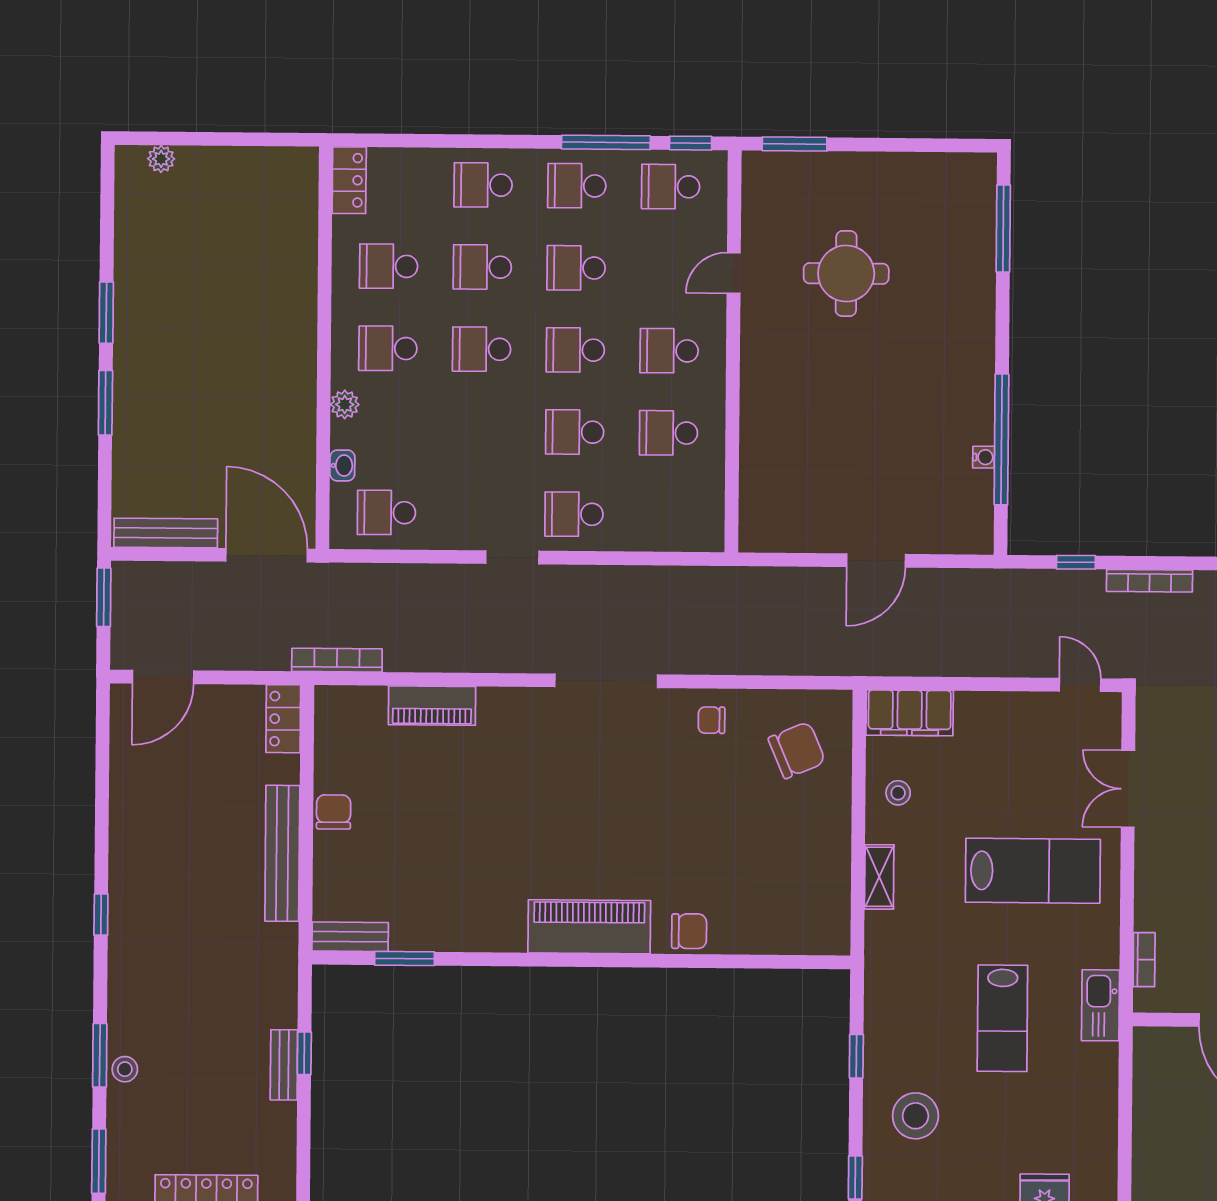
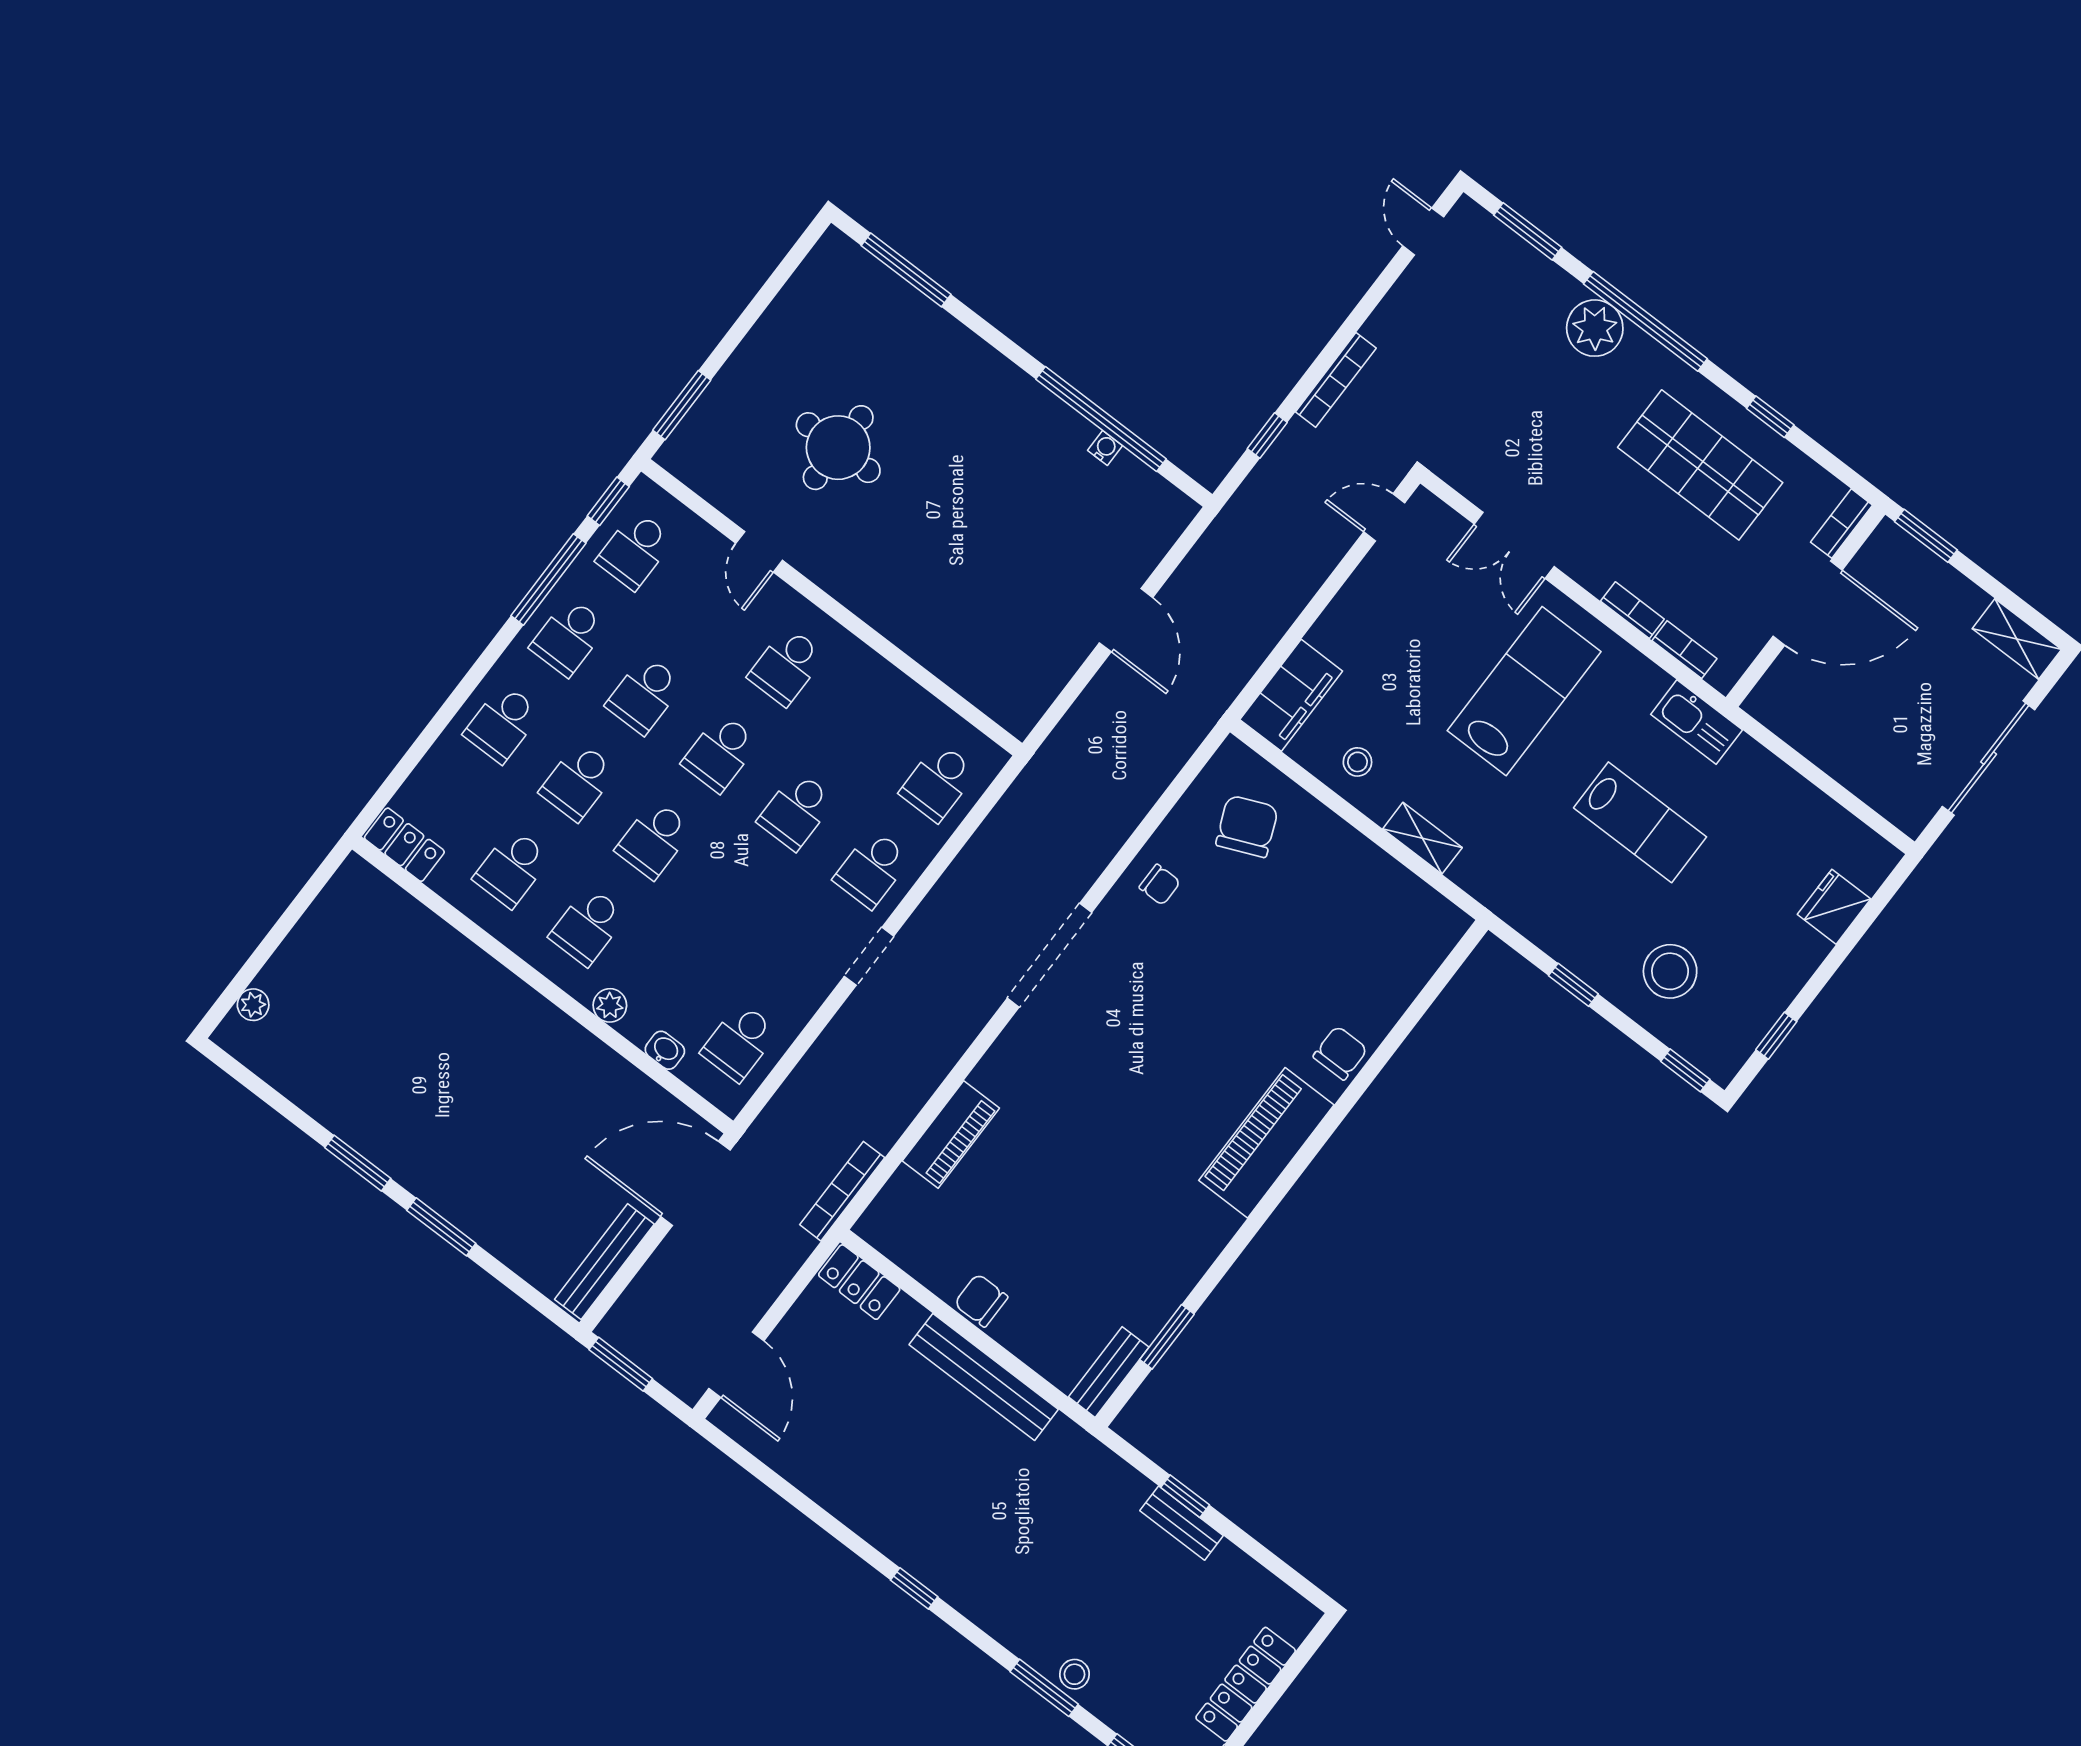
school desk: (668, 433) -> (938, 782), moved
chair: (712, 720) -> (1160, 885), turned -90
bookcase: (1144, 903) -> (1632, 610), added

